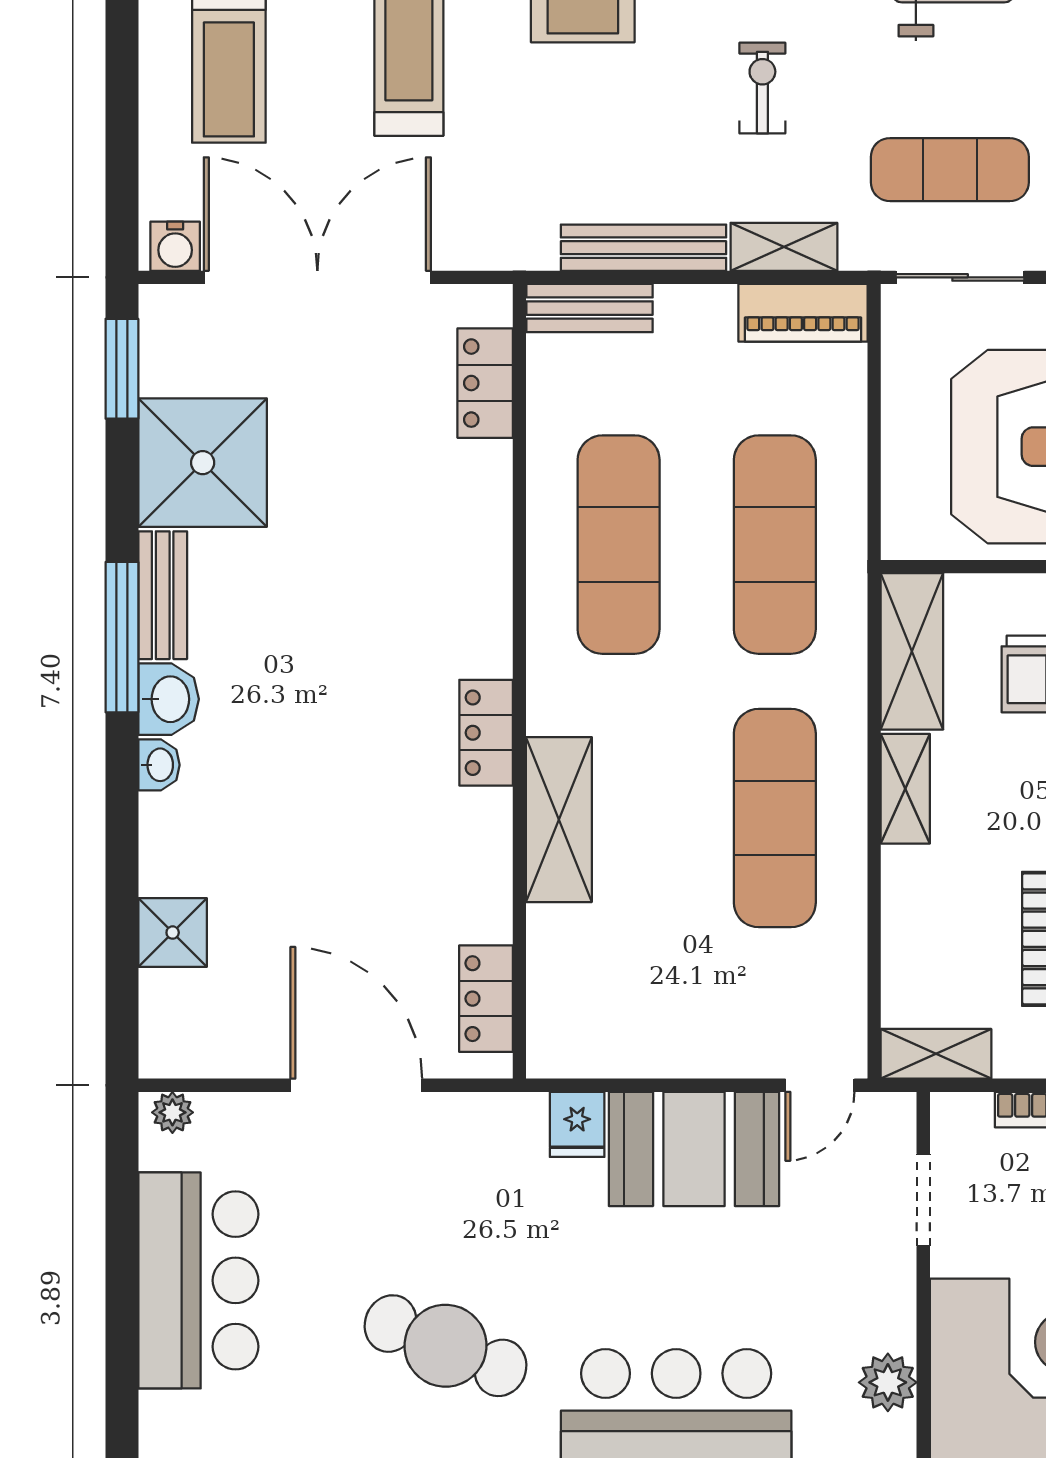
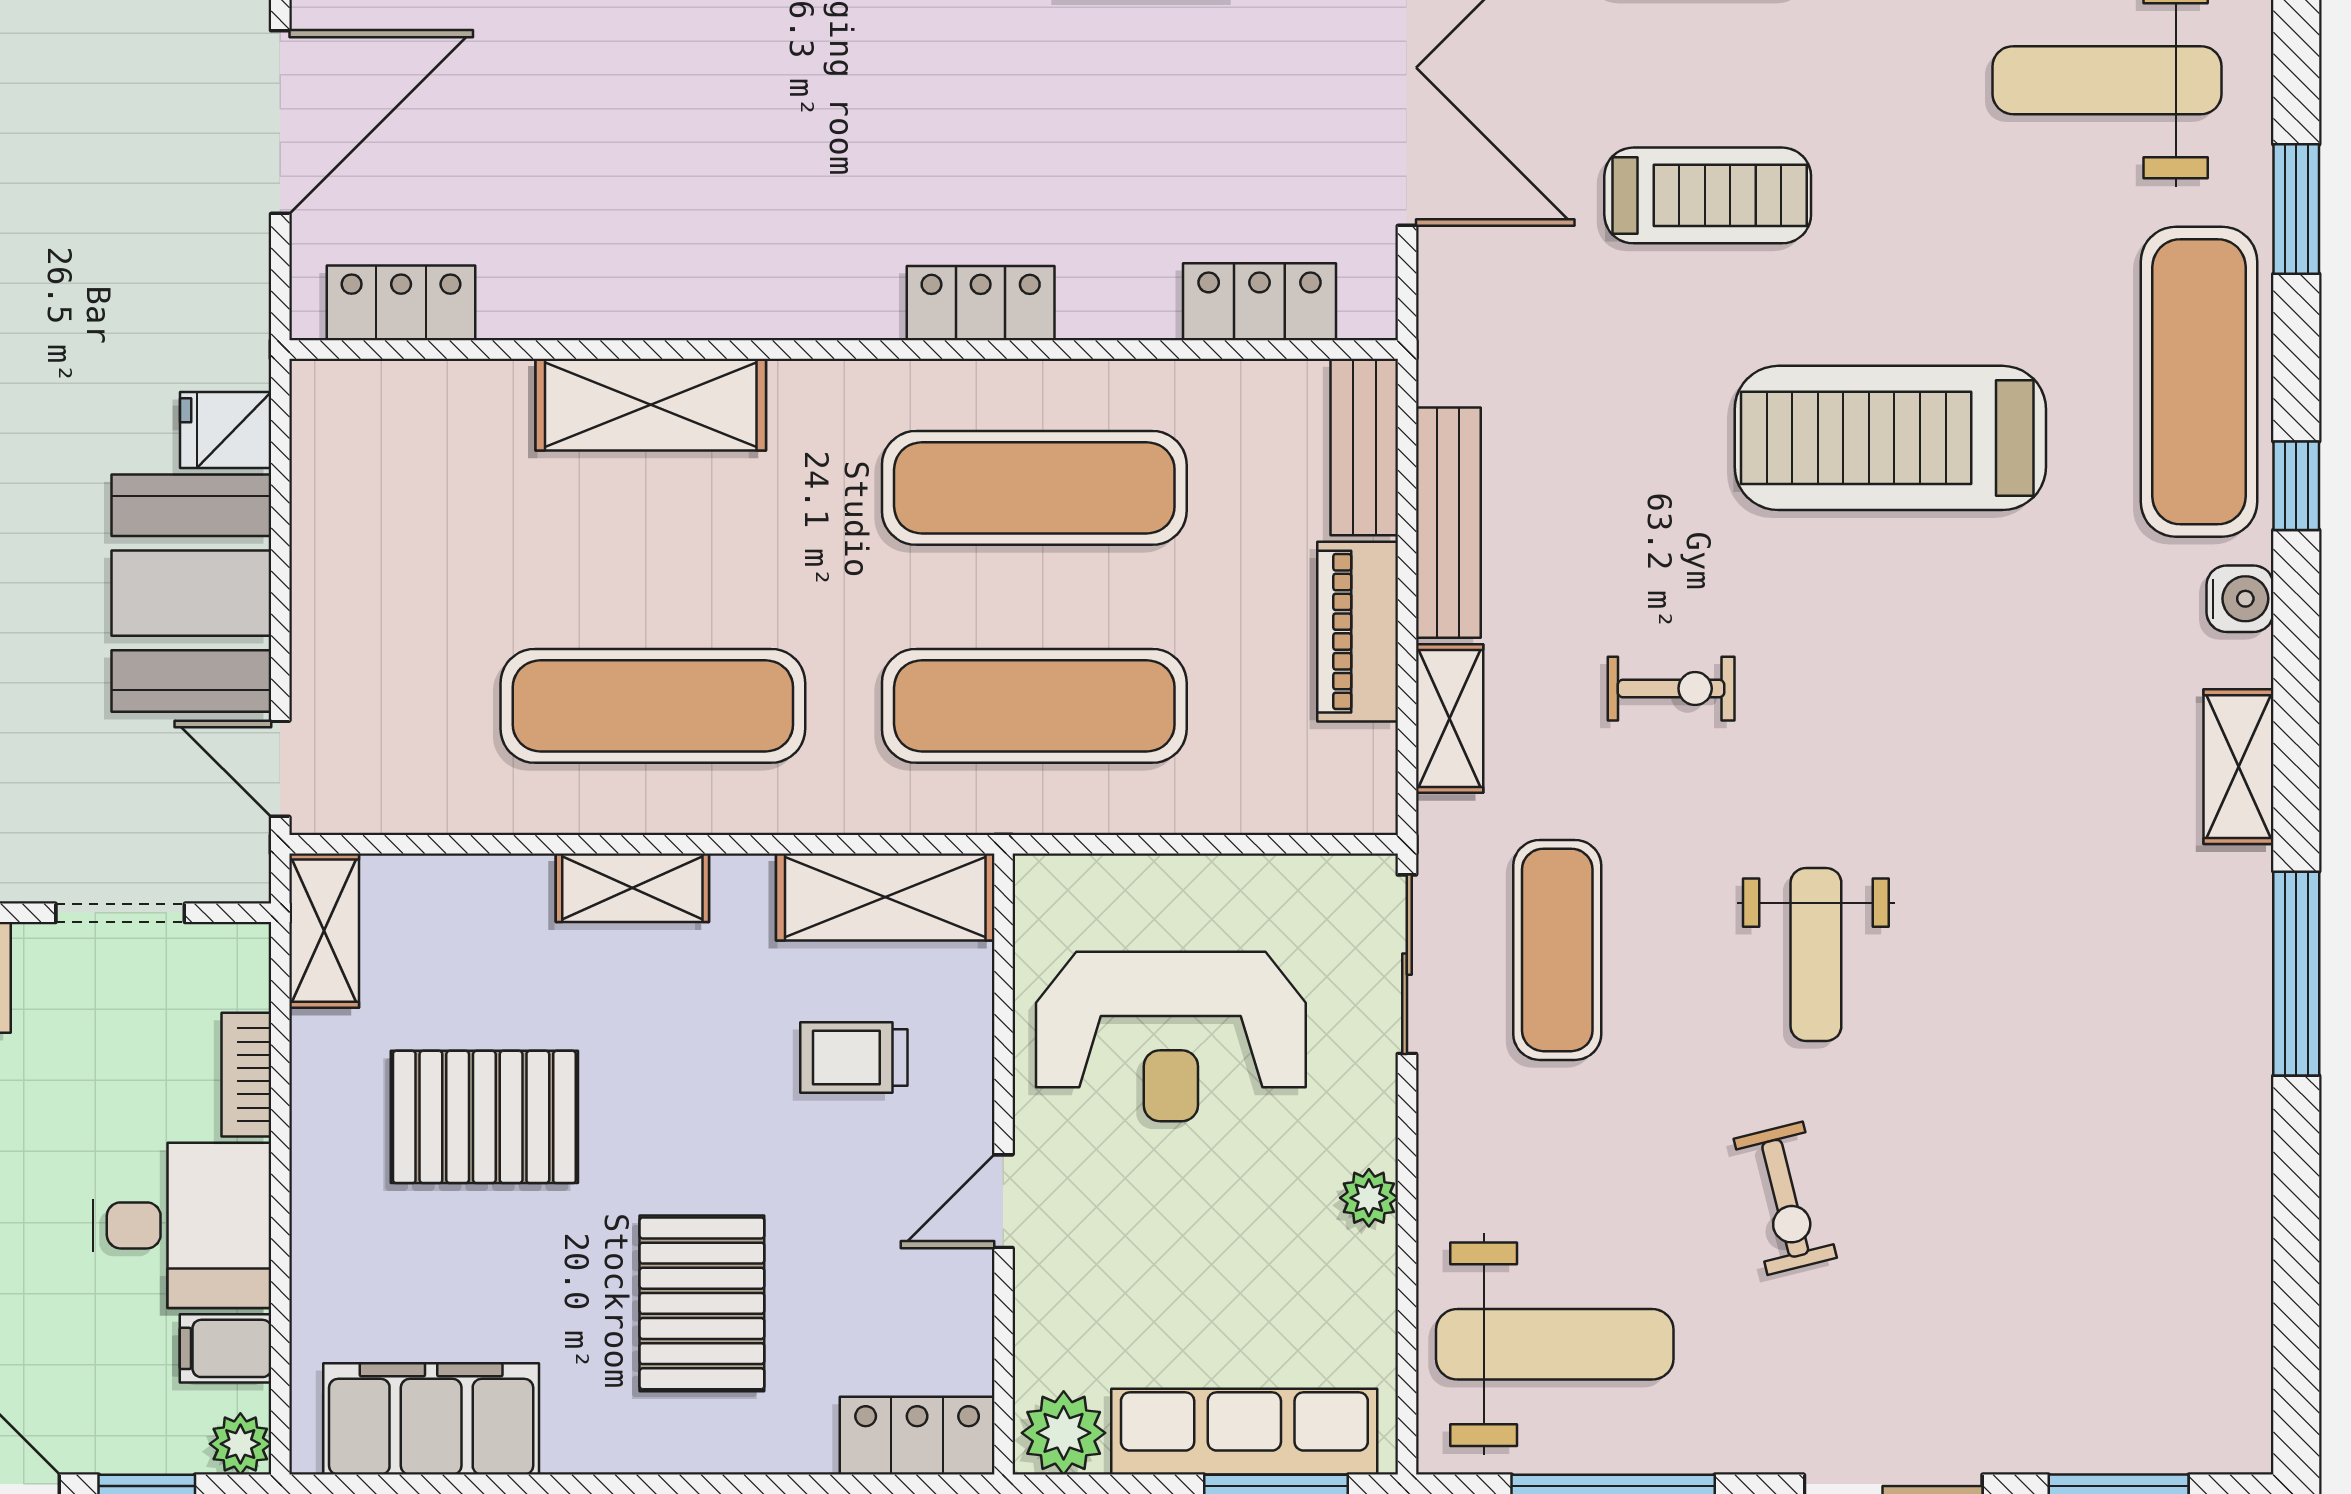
piano: (803, 313) -> (1358, 632), moved
locker: (486, 733) -> (981, 303), moved
shelving: (905, 789) -> (632, 888), moved

